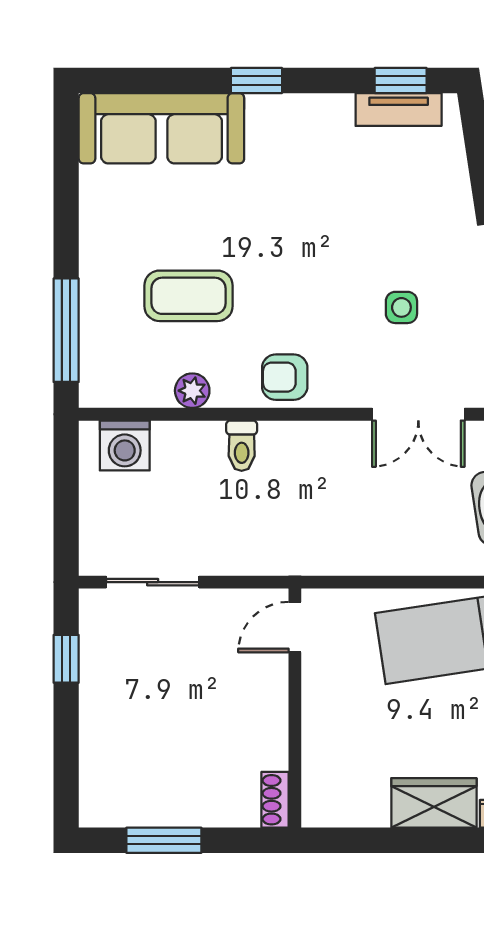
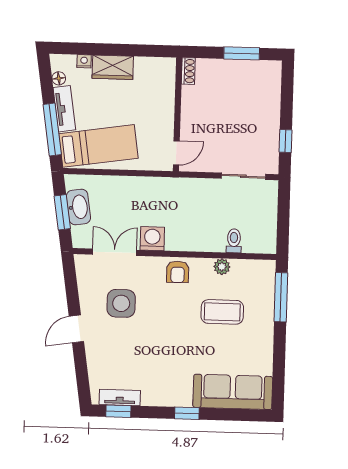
side table: (401, 307) -> (121, 303), width x1.87, depth x1.87
armchair: (285, 377) -> (178, 272), turned 90
washing machine: (125, 445) -> (152, 239), moved
toilet: (242, 446) -> (234, 241), moved

